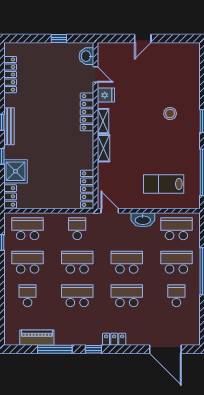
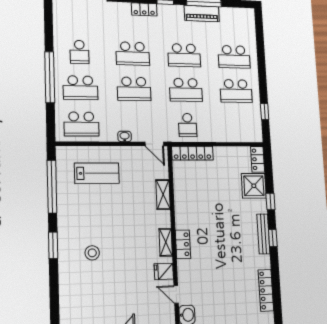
locker: (87, 112) -> (183, 244), width x0.66
shelving: (104, 148) -> (163, 195), moved
locker: (87, 189) -> (192, 153), moved, turned 90
washbasin: (143, 220) -> (125, 136), width x0.52, depth x0.69
school desk: (28, 229) -> (238, 125), removed
school desk: (28, 296) -> (234, 57), width x1.85
piano: (37, 338) -> (202, 14), moved

